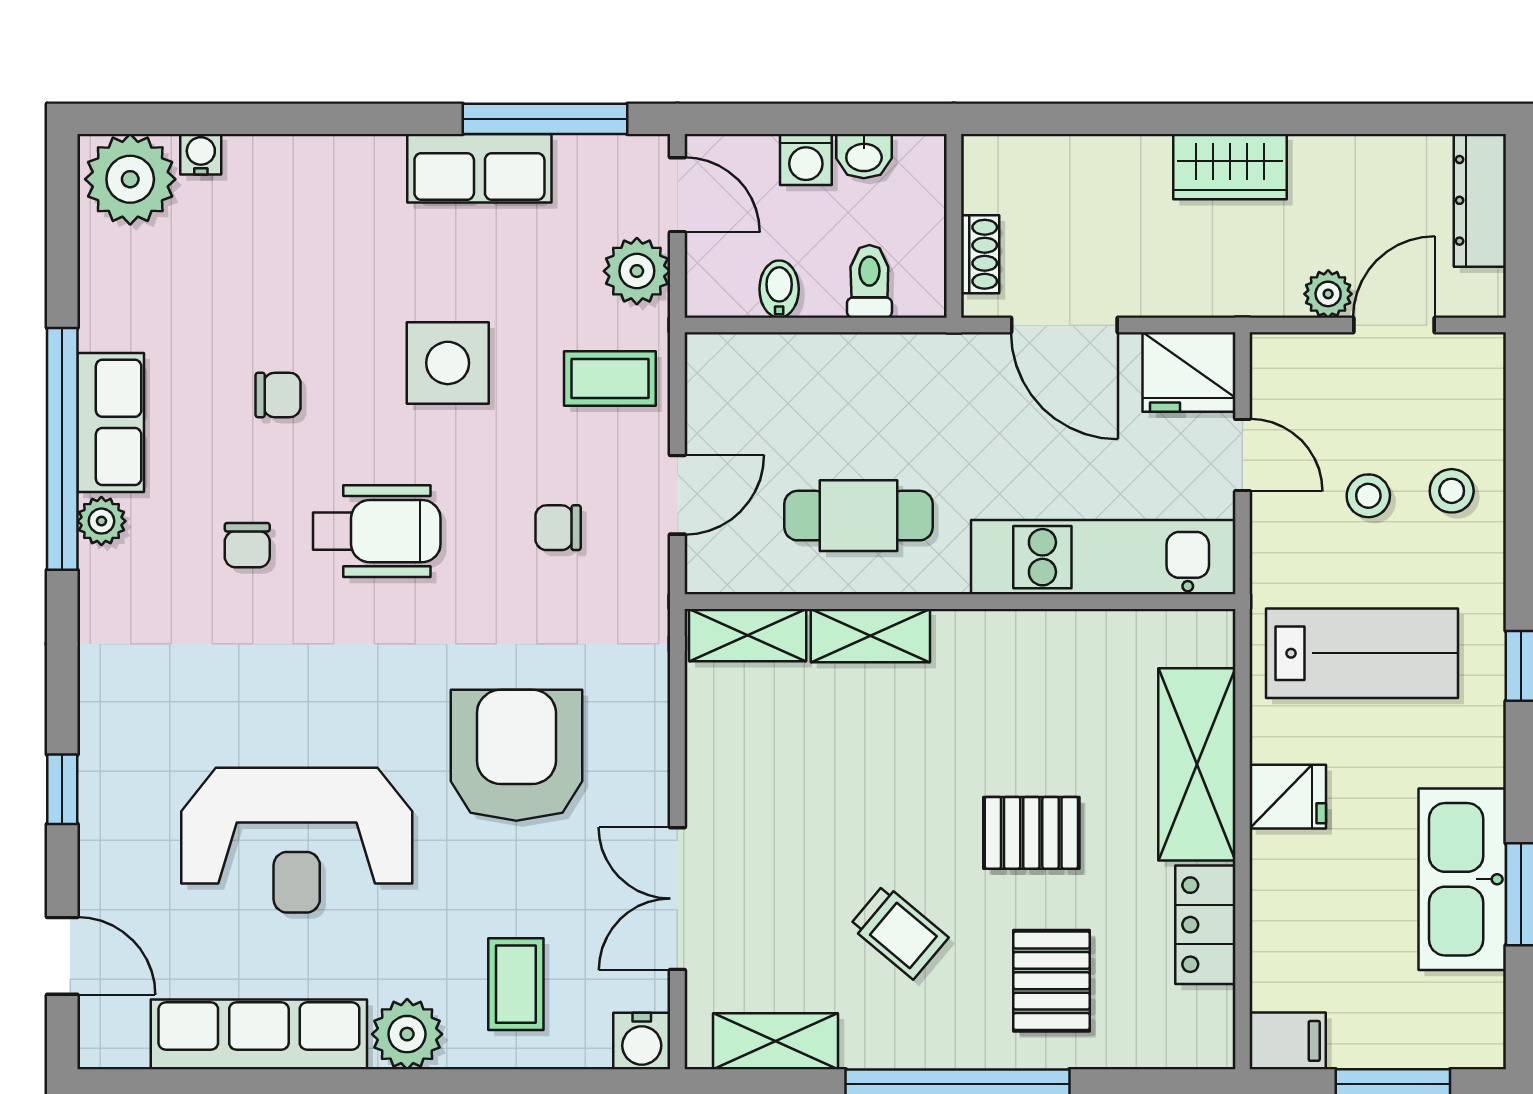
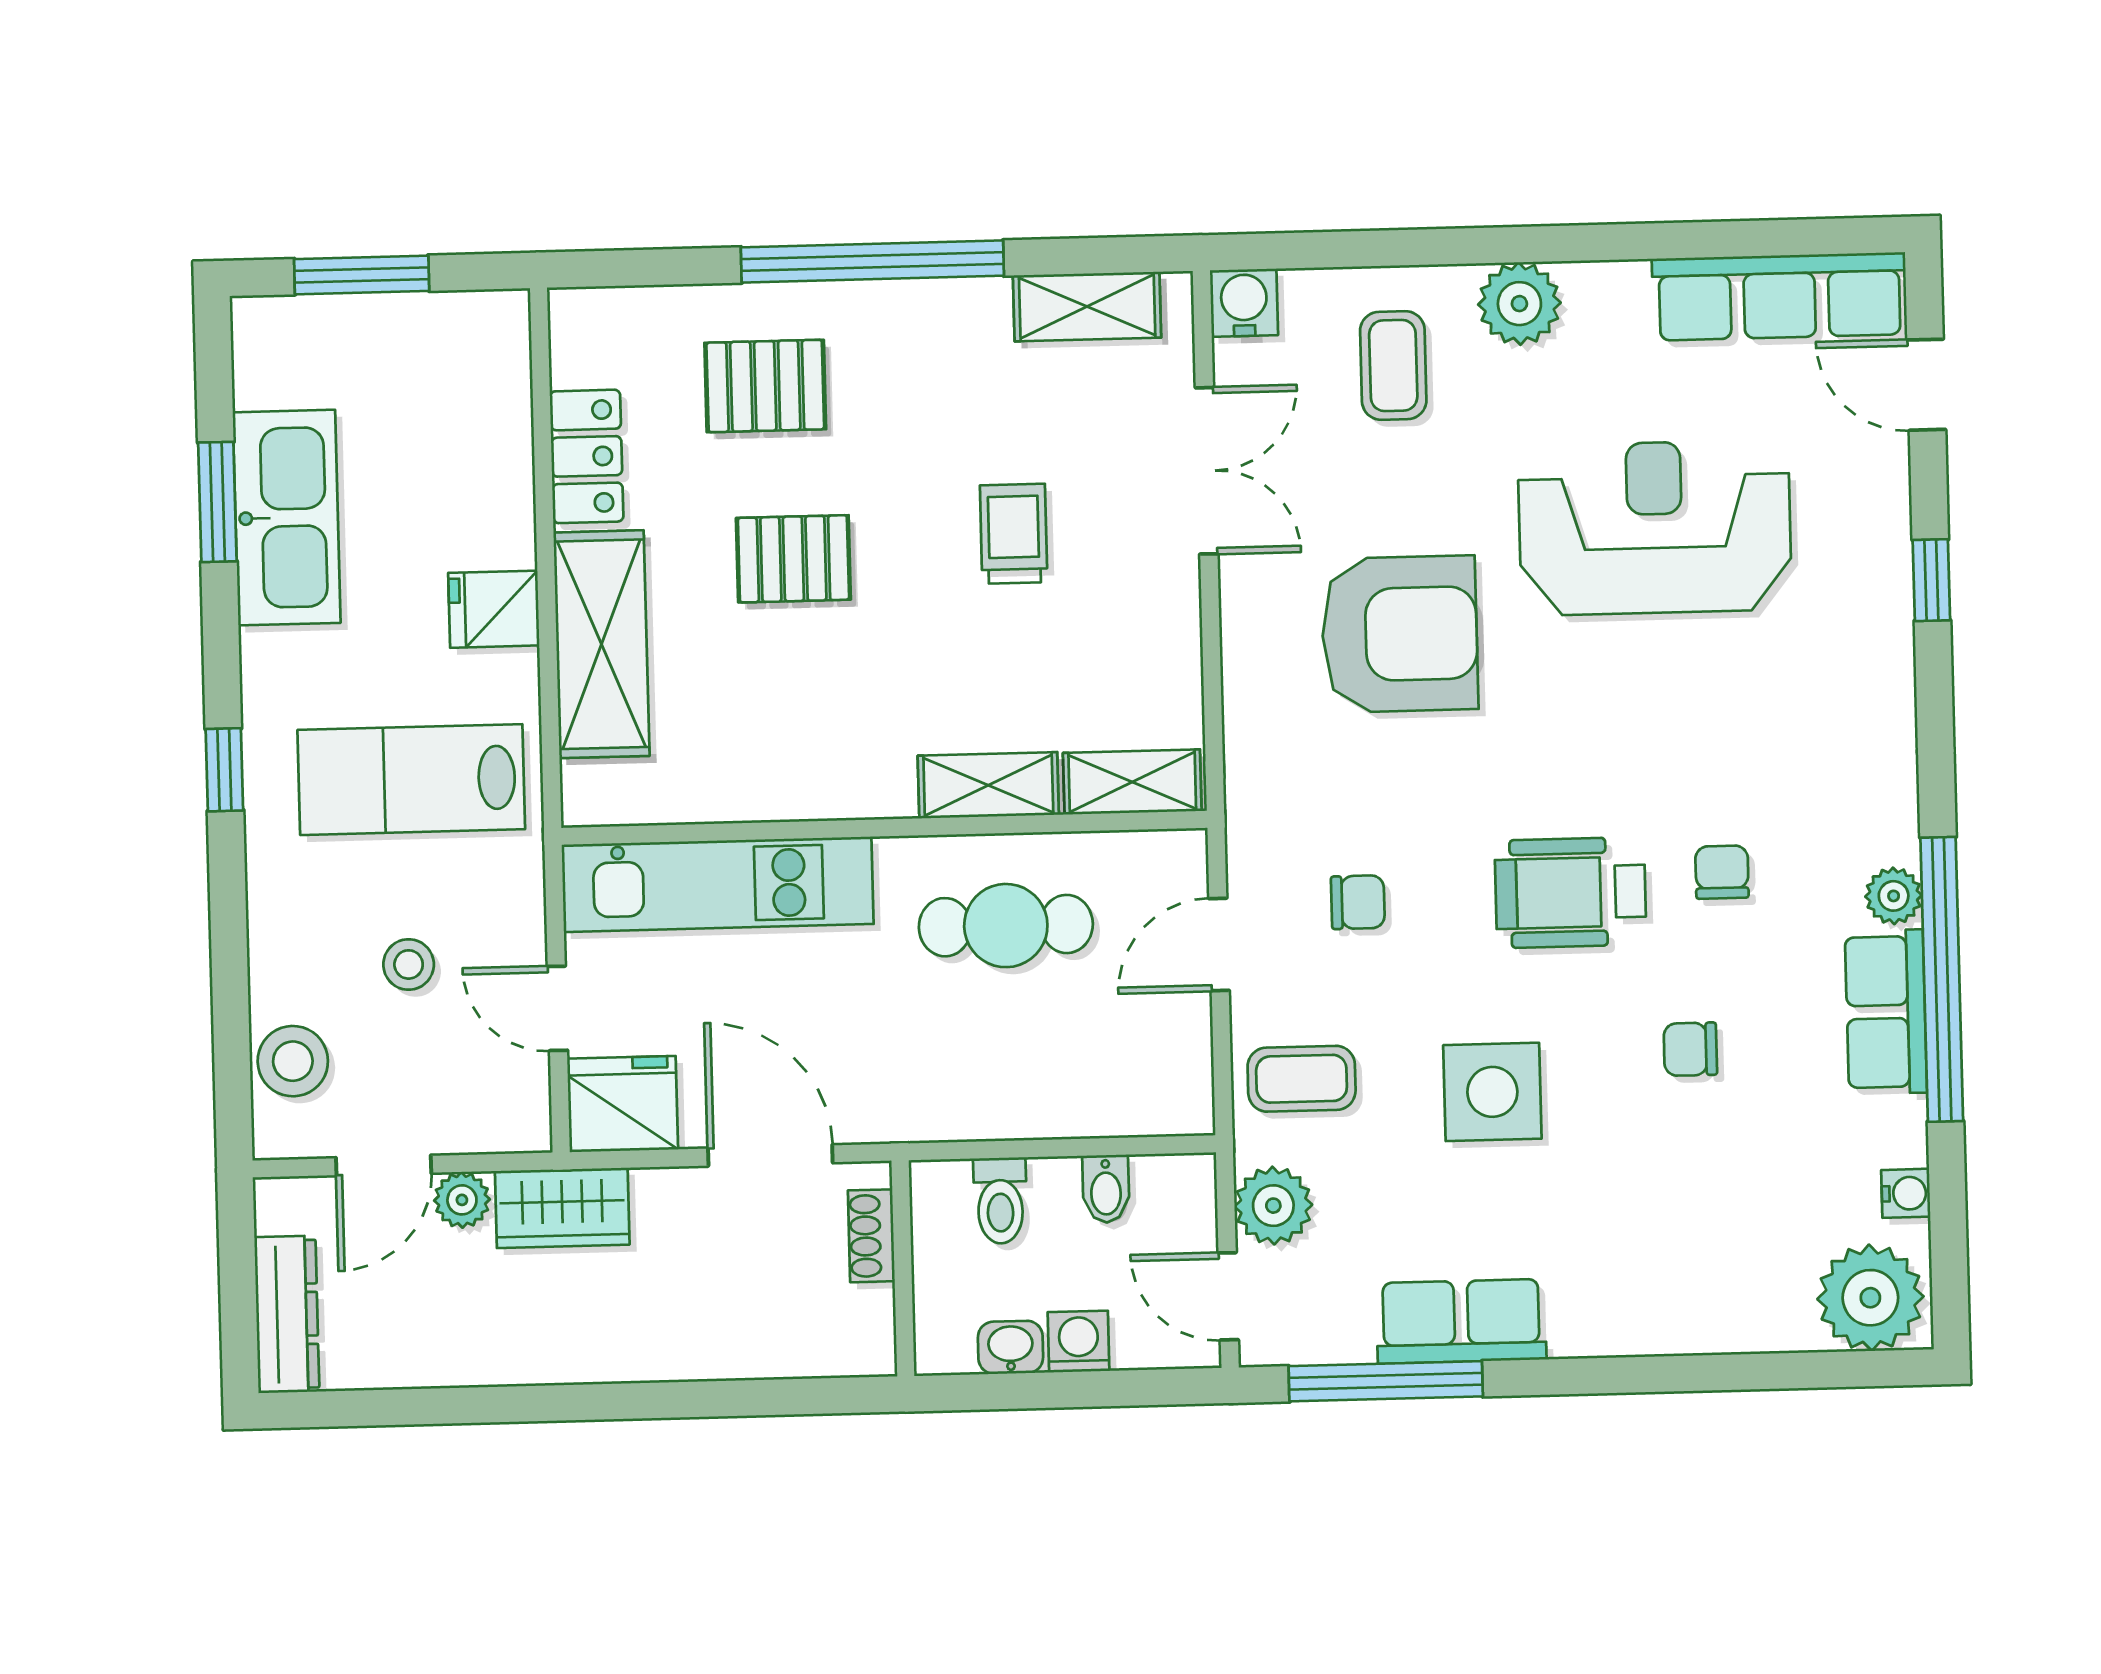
water cooler: (201, 154) -> (1906, 1193), moved, turned -90
wardrobe: (1230, 167) -> (562, 1208), moved, turned 180
stool: (1452, 491) -> (293, 1061), moved, width x1.37, depth x1.37
armchair: (516, 755) -> (1400, 634), turned -90
trolley: (899, 932) -> (1014, 534), moved, turned 50
pallet: (1051, 981) -> (765, 386), turned 90
row of seats: (259, 1034) -> (1779, 296), moved
filing cabinet: (1288, 1041) -> (486, 323), removed

